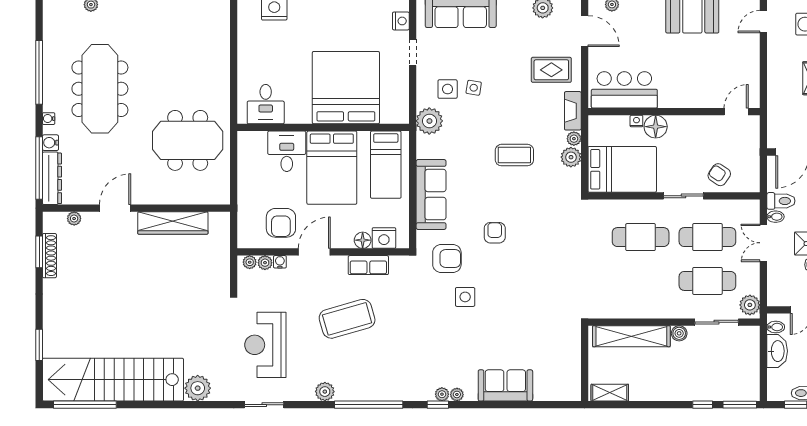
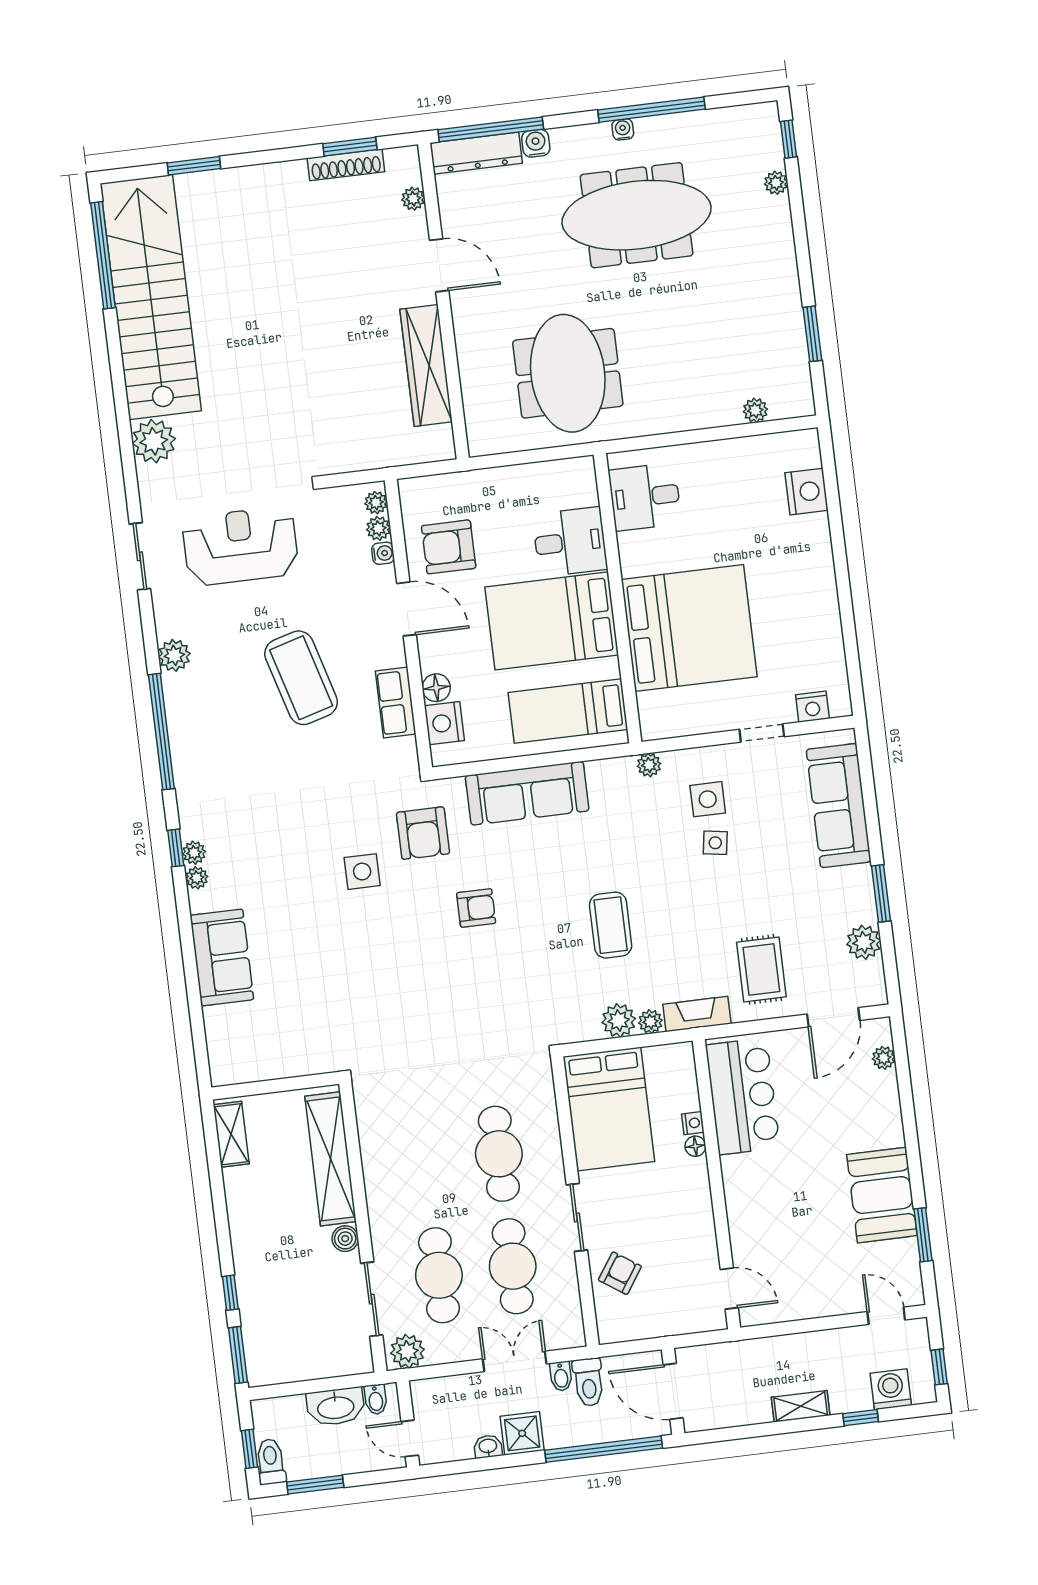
plant: (223, 33) -> (755, 410), added
water cooler: (49, 119) -> (623, 129), moved
plant: (429, 121) -> (649, 765), width x0.53, depth x0.53
floor lamp: (656, 127) -> (695, 1146), width x0.53, depth x0.53

